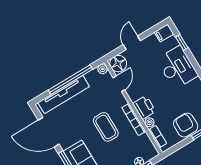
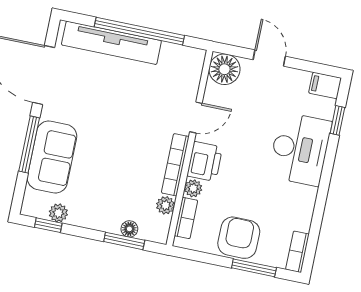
door: (132, 43) -> (269, 58), hinge flipped
plant: (102, 69) -> (165, 205), moved
door: (119, 84) -> (196, 118), moved
coffee table: (106, 127) -> (128, 140), removed

